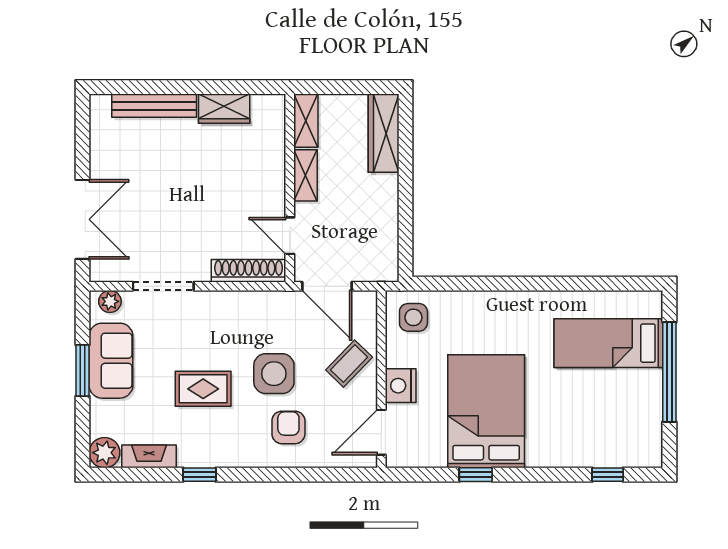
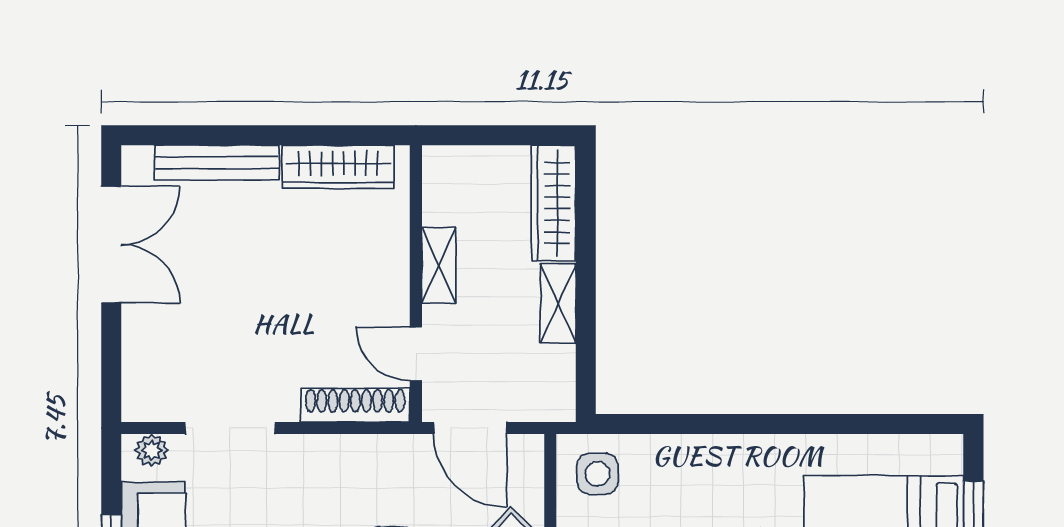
wardrobe: (224, 109) -> (338, 167), width x1.50
shelving: (306, 121) -> (558, 303), moved
double door: (82, 219) -> (111, 245), moved

